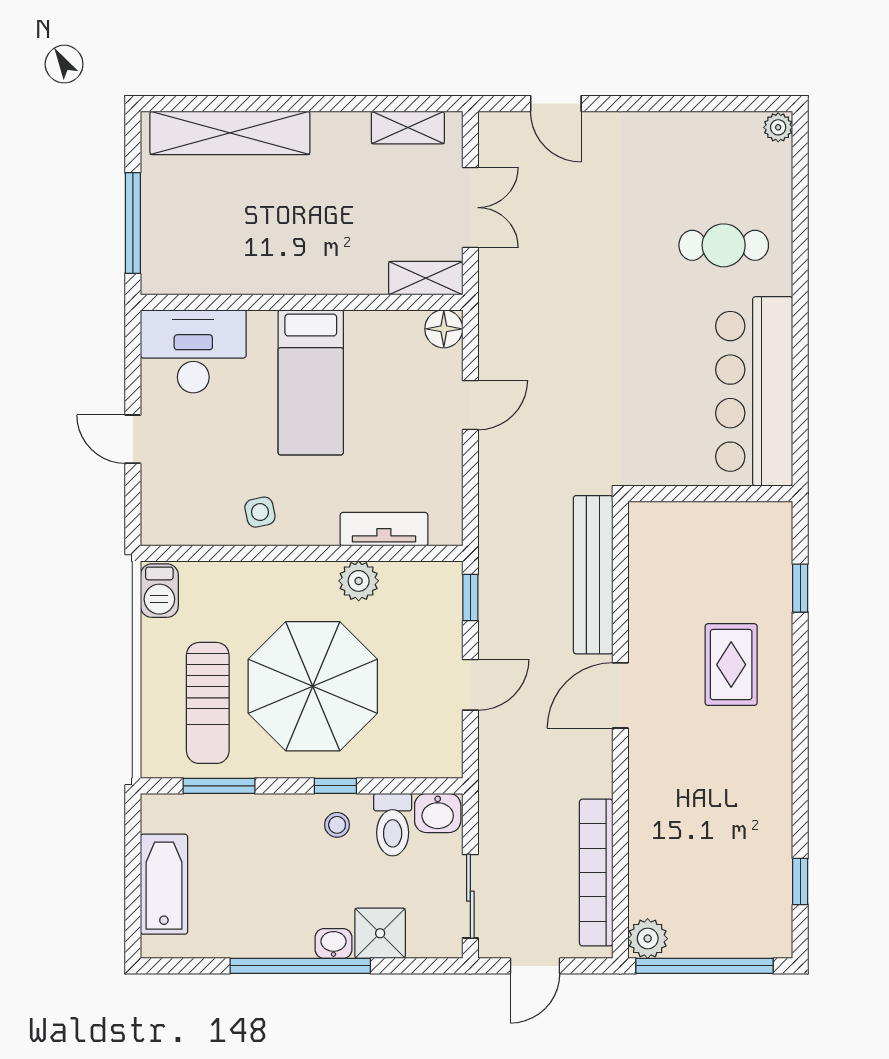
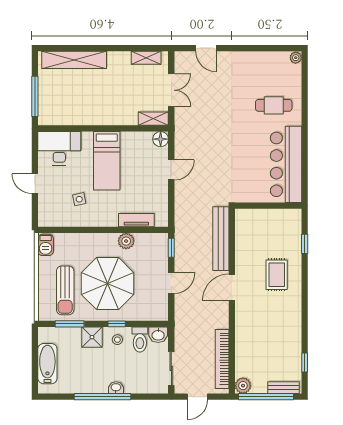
side table: (260, 512) -> (79, 199), moved
shower: (380, 933) -> (92, 337), moved
bench: (748, 944) -> (284, 388), added

